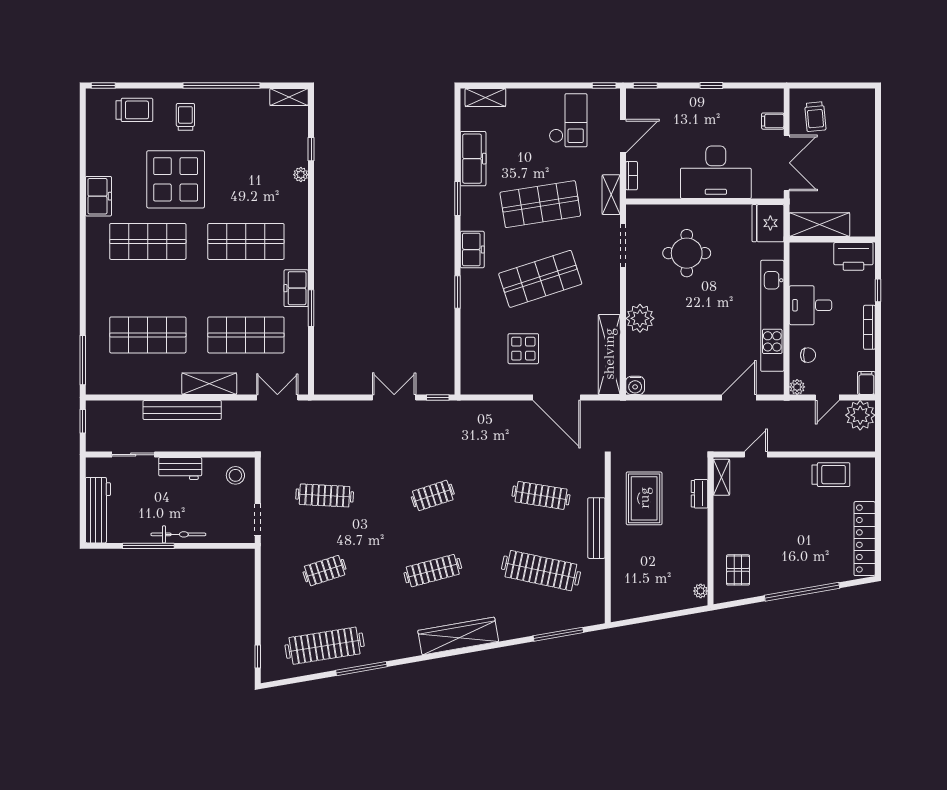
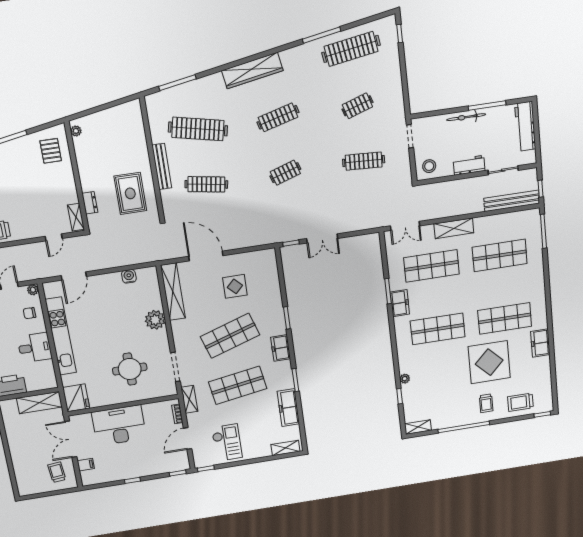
checkout: (568, 120) -> (227, 443), turned 180
water cooler: (635, 385) -> (129, 276), moved
bench: (182, 410) -> (512, 201), moved

